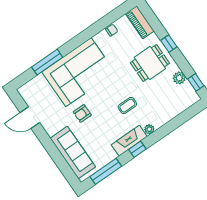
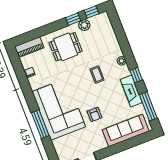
window: (169, 44) -> (73, 19), moved
window: (47, 62) -> (40, 124), moved
dining table: (150, 63) -> (66, 47), turned 90
fireplace: (129, 141) -> (131, 91), moved

